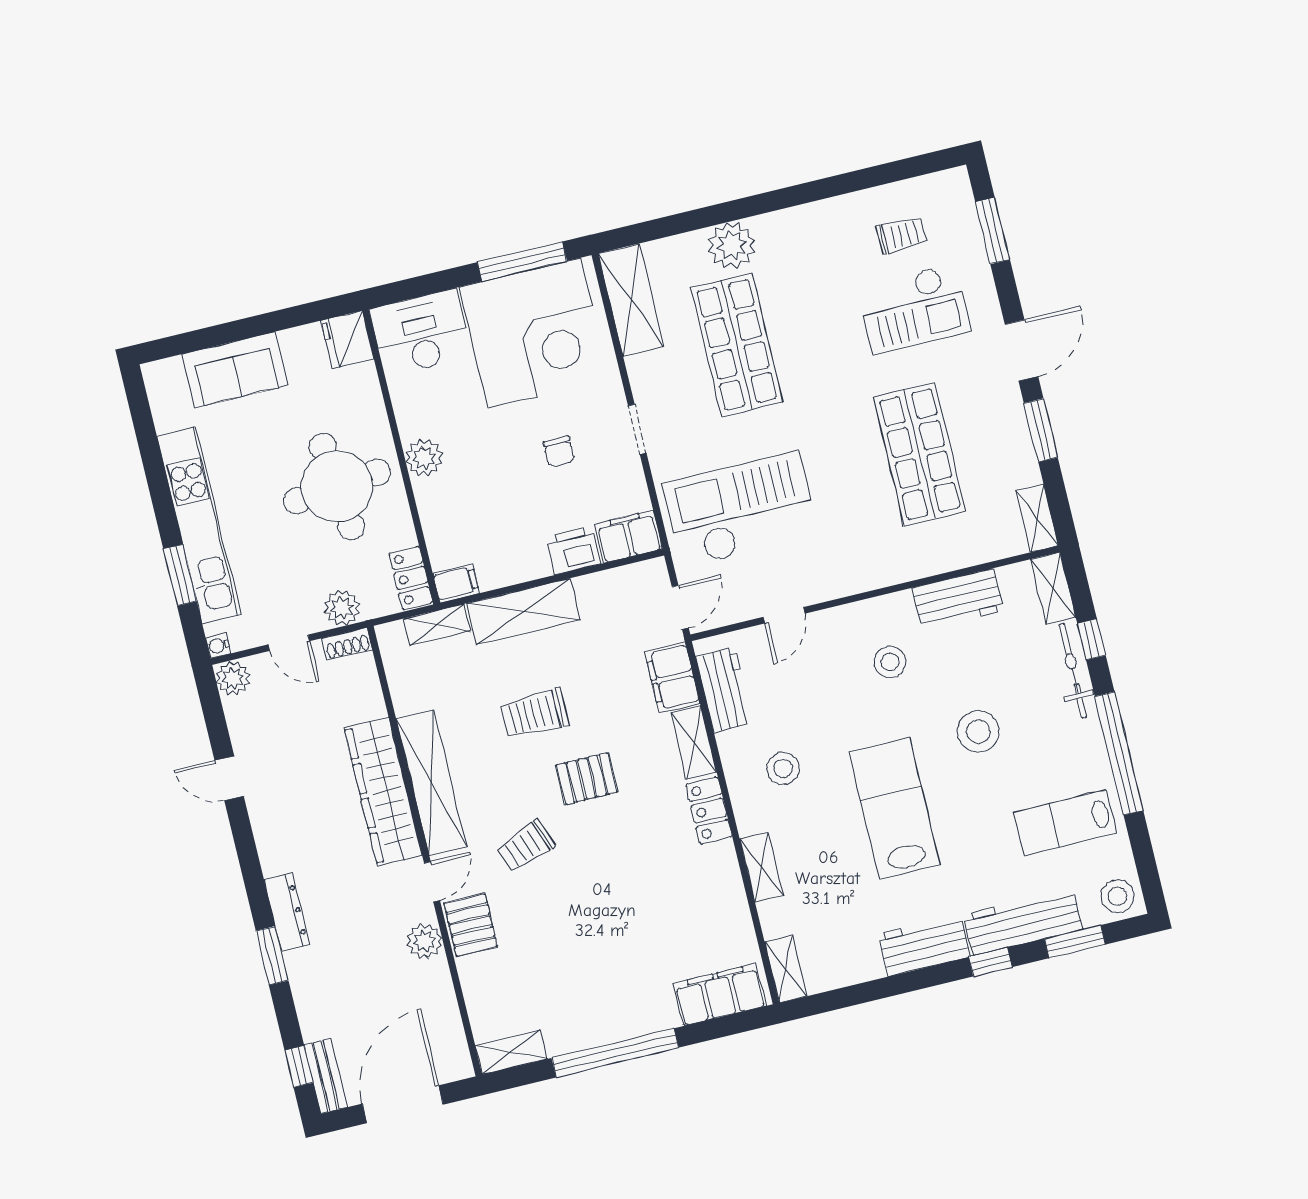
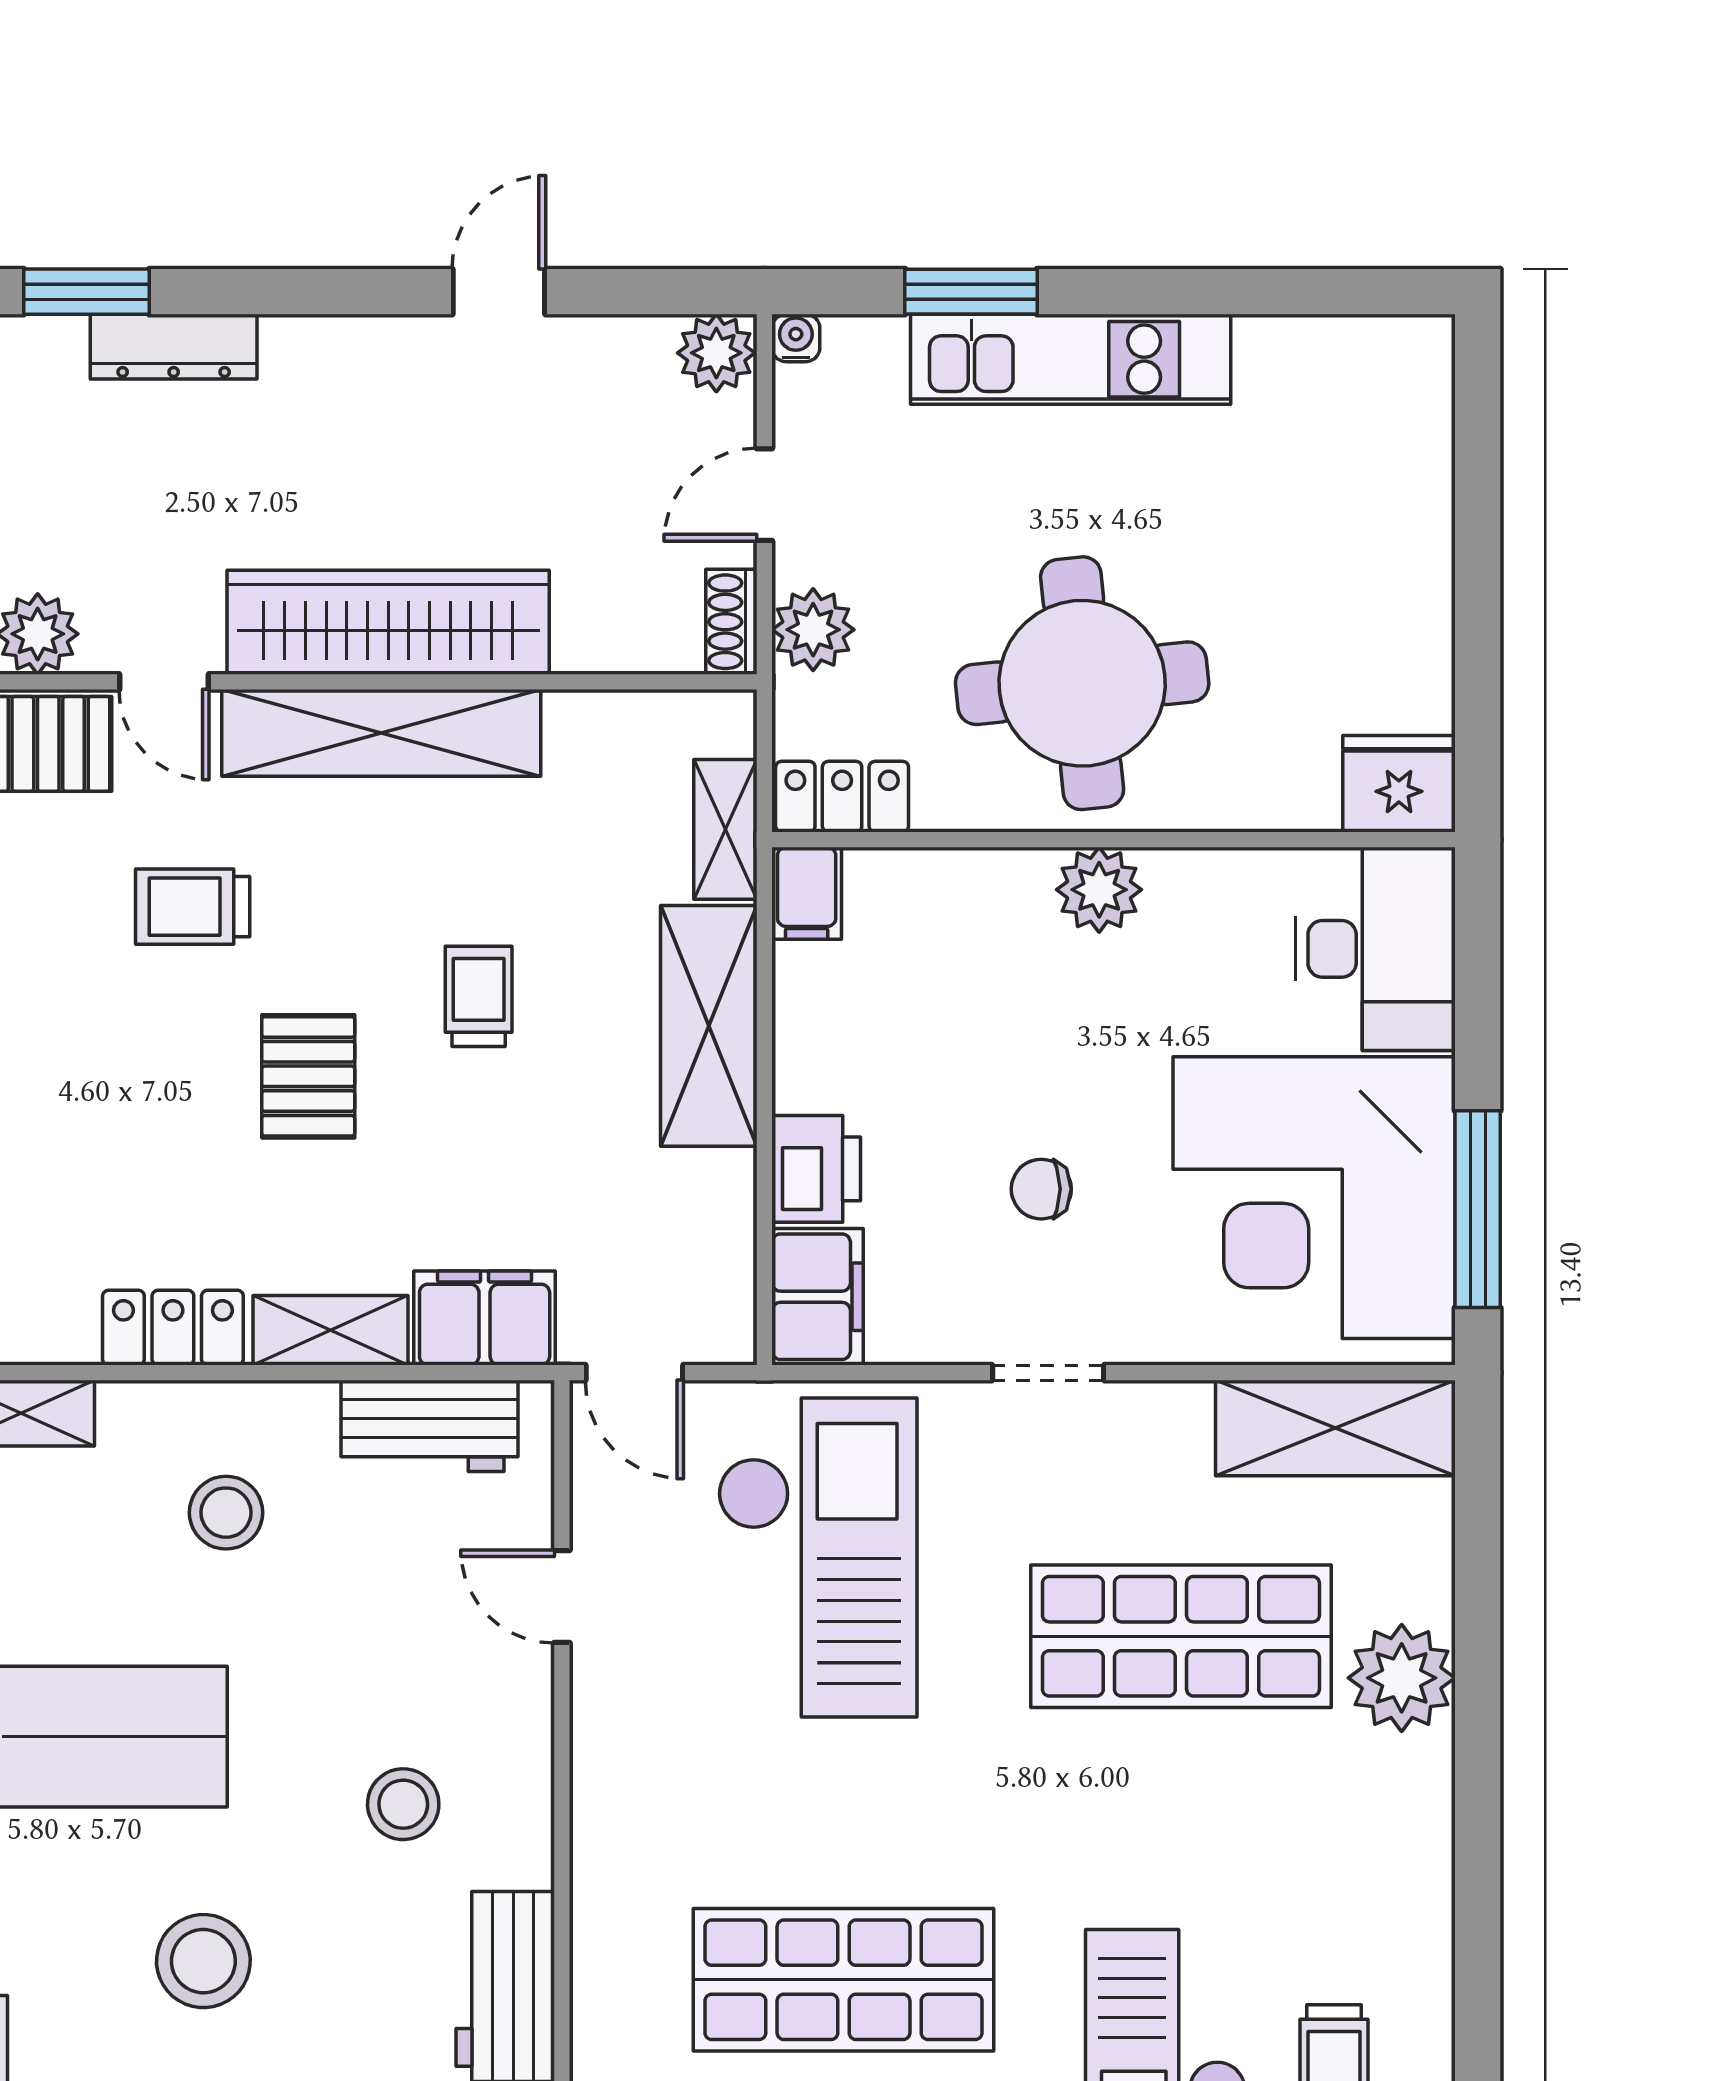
sofa: (235, 370) -> (1393, 521), removed
kitchen unit: (199, 525) -> (1071, 359), width x0.73
trolley: (535, 714) -> (479, 996), width x0.73, depth x0.72
trolley: (526, 846) -> (193, 907), turned -69

